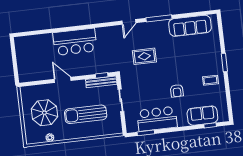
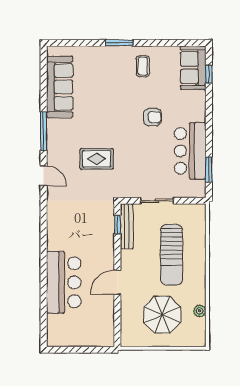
bar counter: (75, 42) -> (64, 282), moved
rug: (144, 56) -> (97, 159), turned 90
sofa: (202, 116) -> (193, 68), moved

